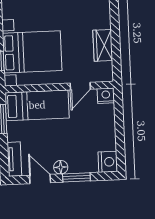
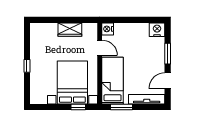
tv unit: (14, 159) -> (147, 99), width x1.41
floor lamp: (61, 167) -> (160, 65), removed

